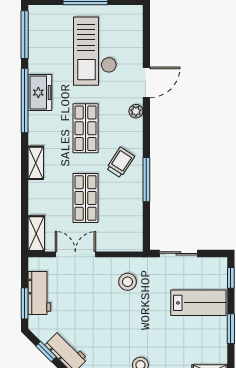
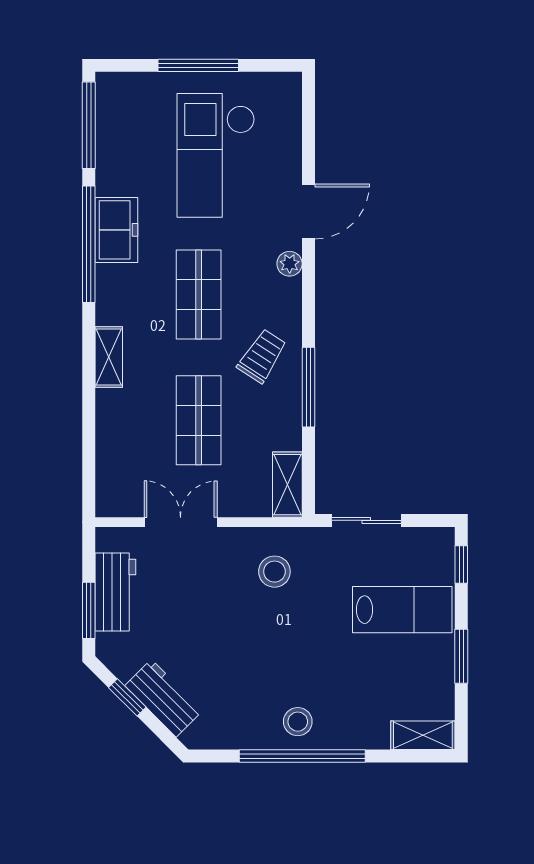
shelving: (36, 234) -> (287, 485), moved

